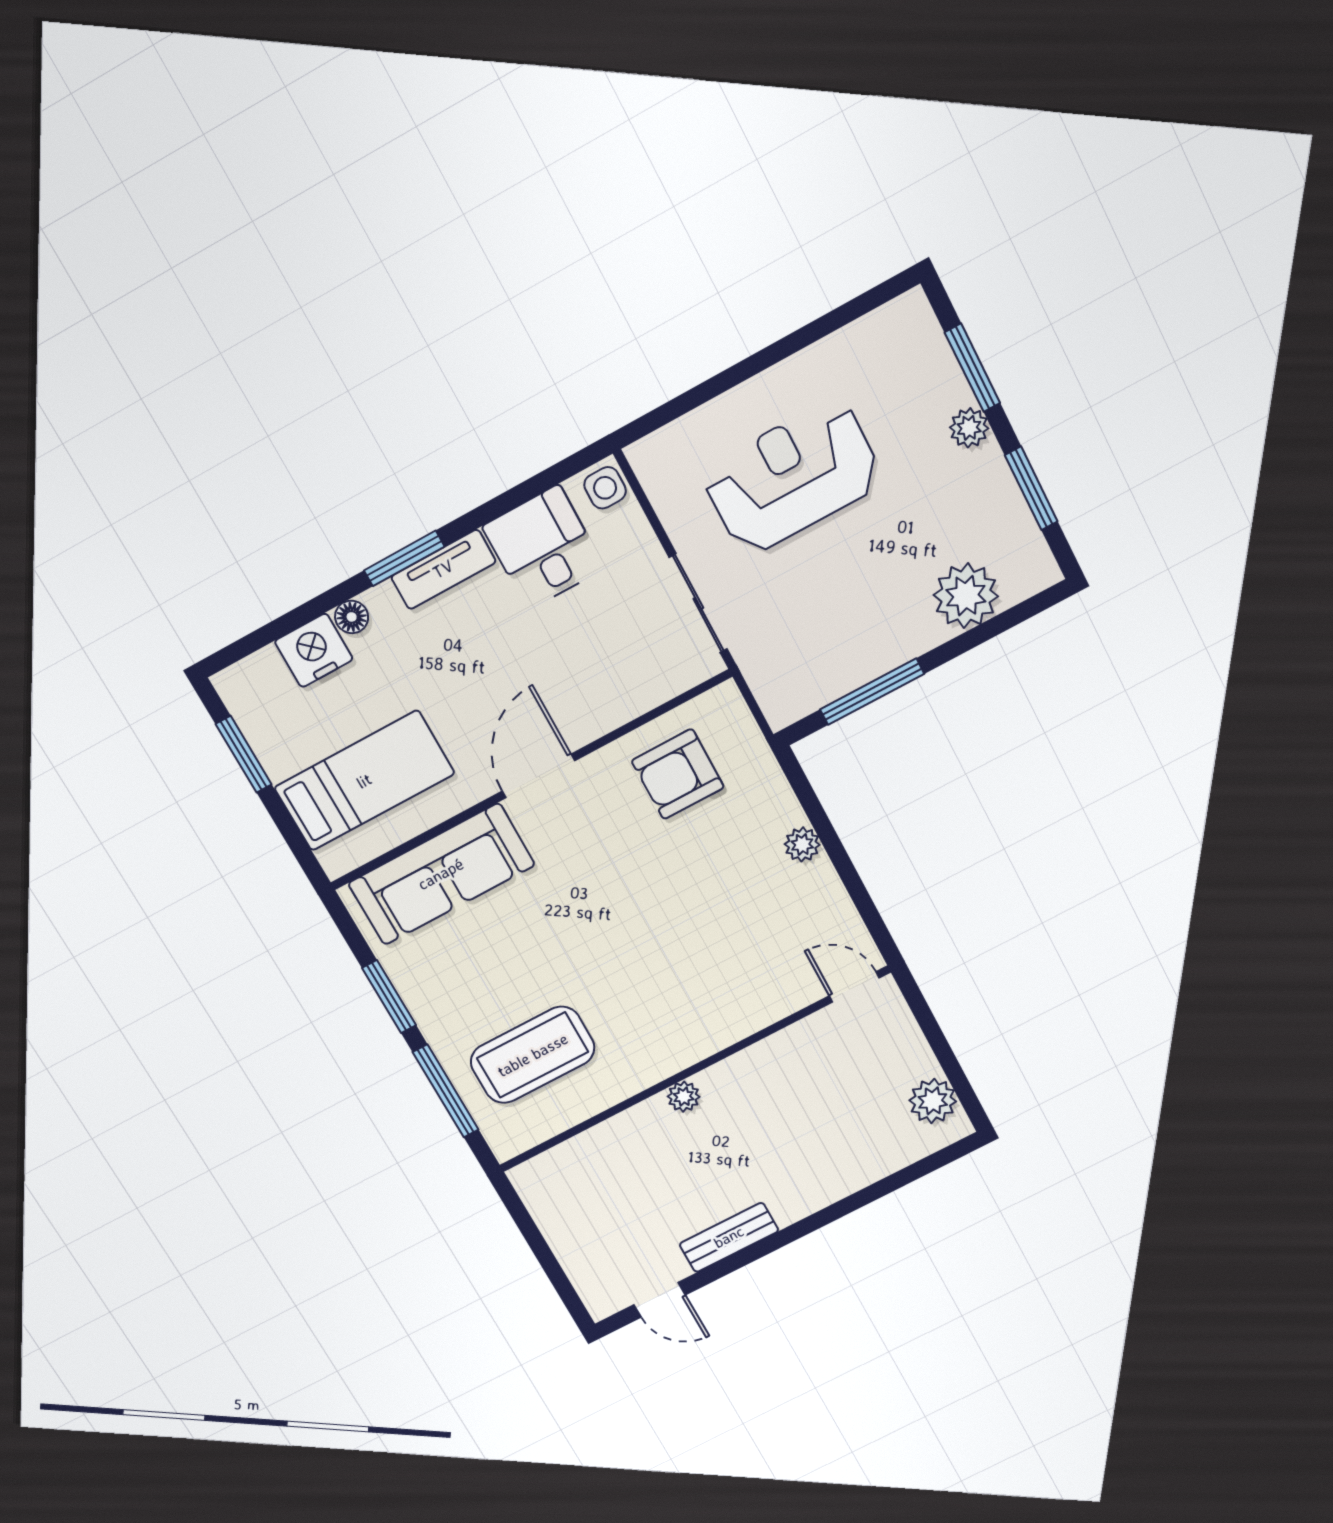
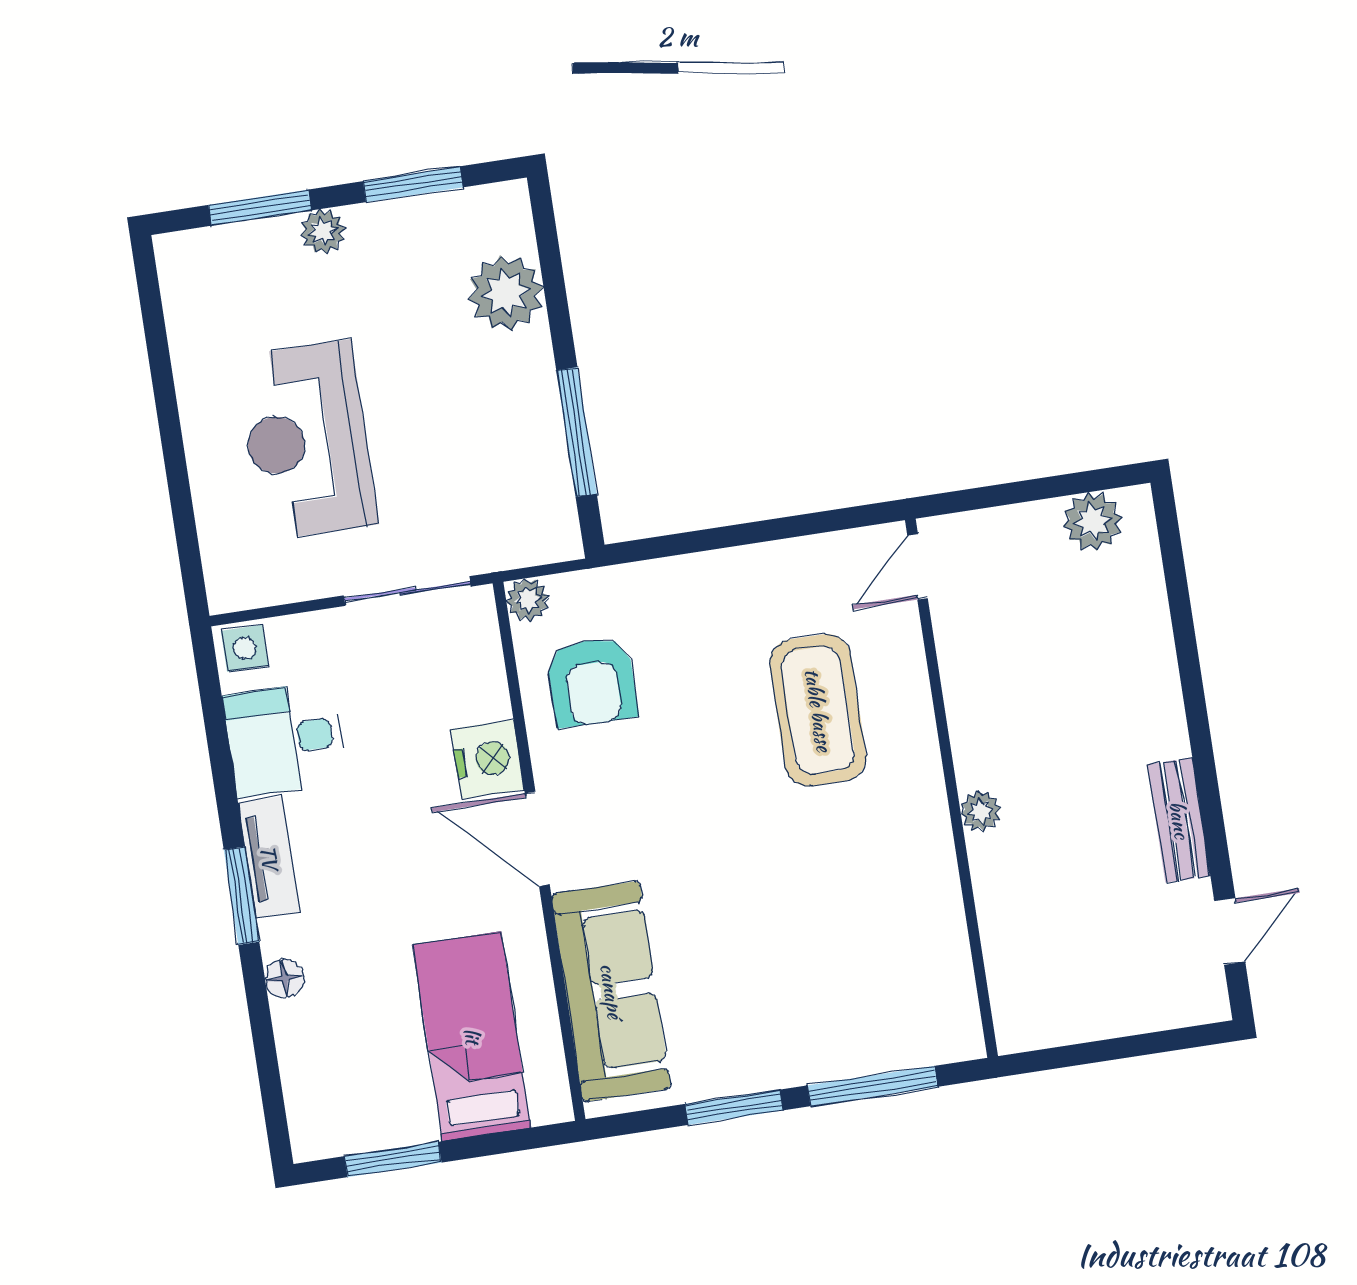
nightstand: (314, 650) -> (487, 759), moved, turned 180
plant: (802, 845) -> (528, 600), moved
coffee table: (533, 1055) -> (818, 710), moved

